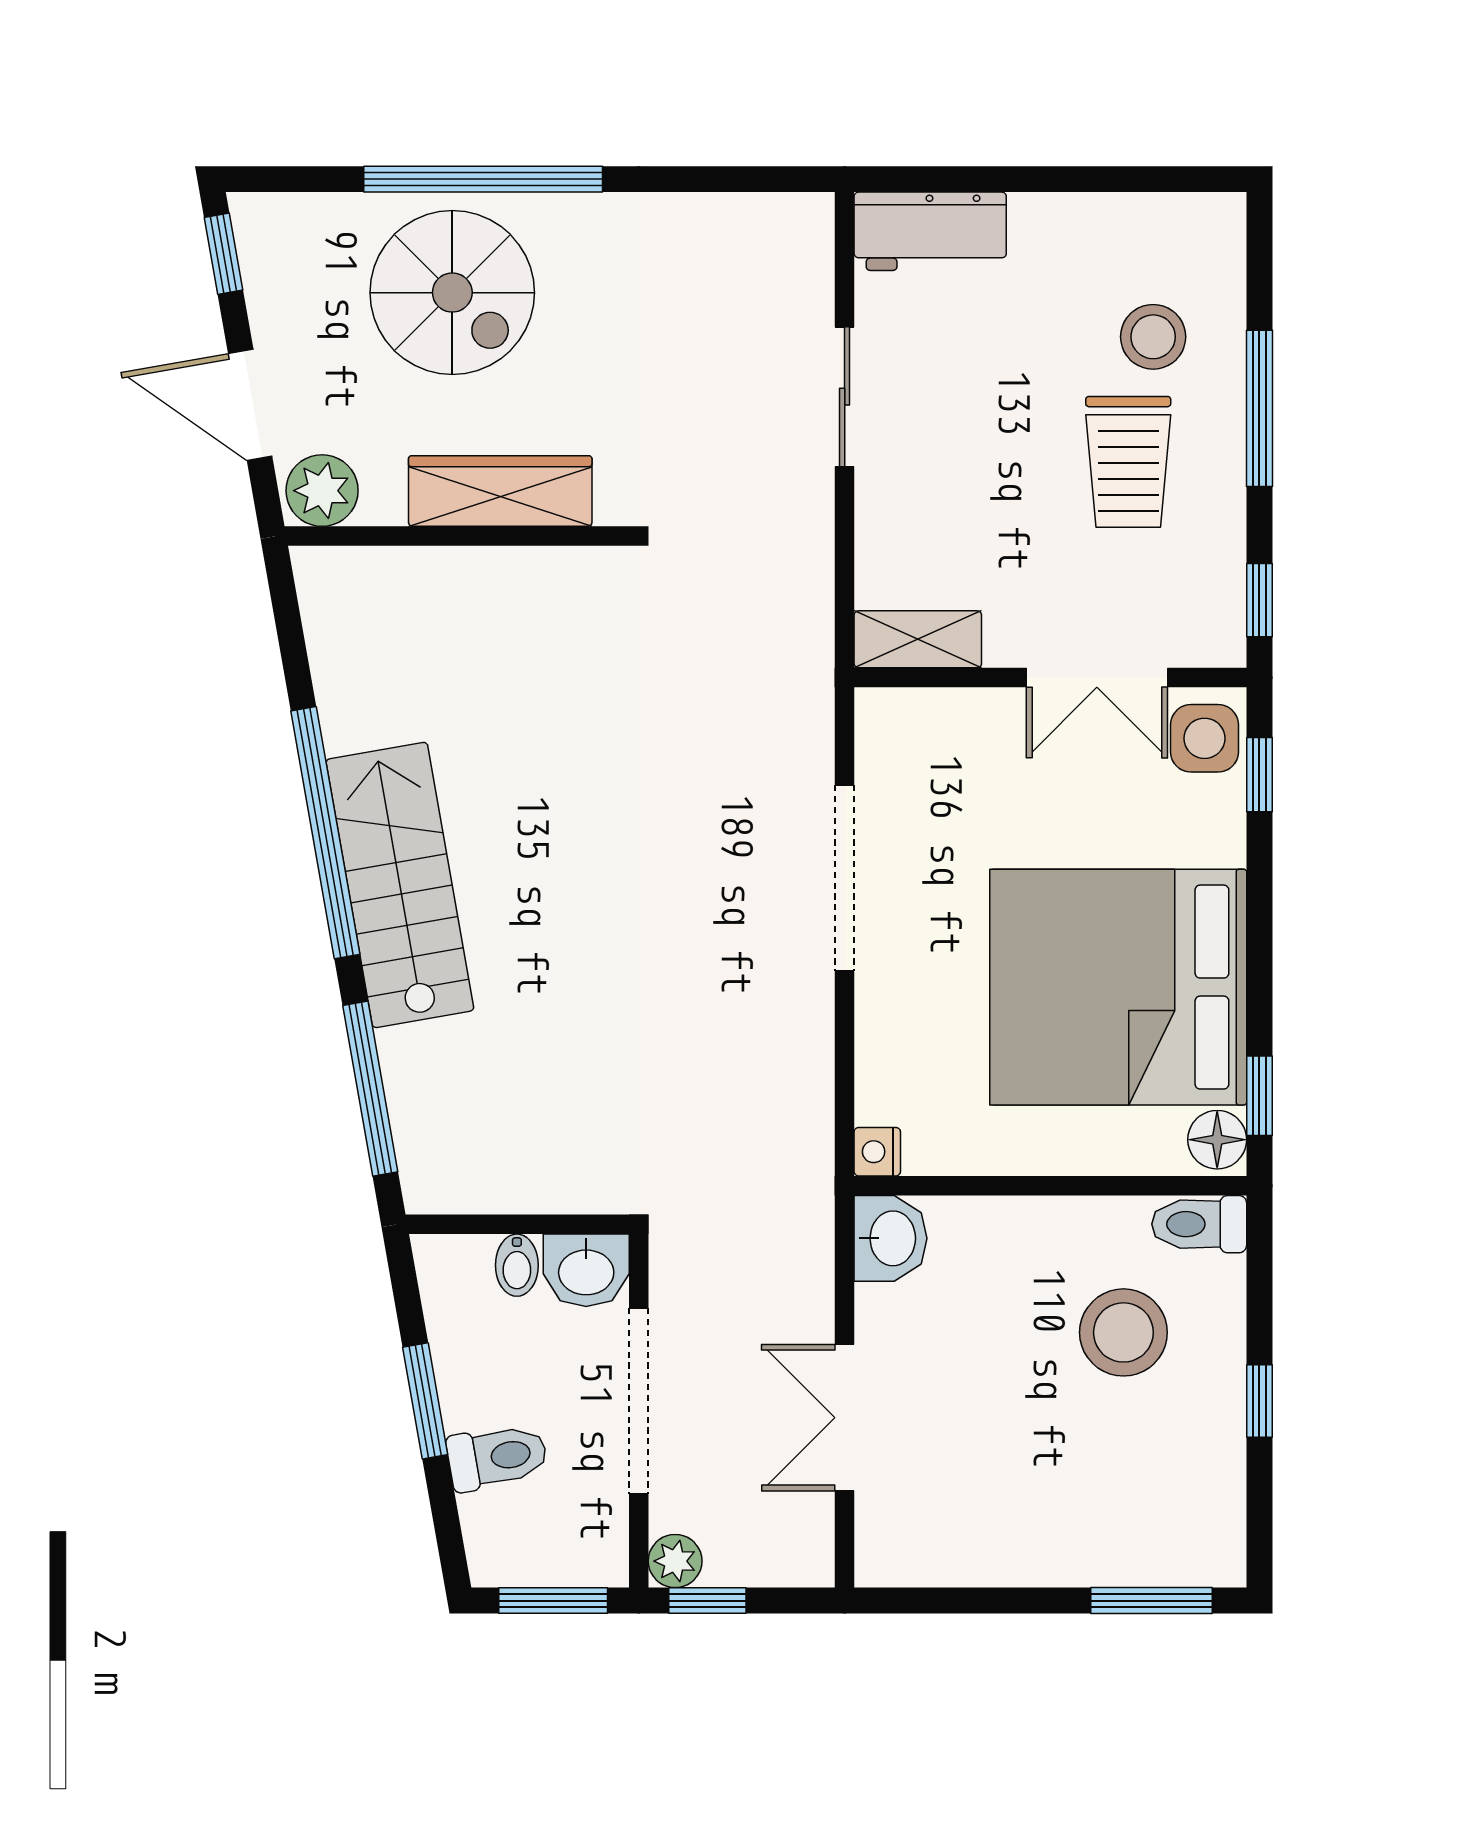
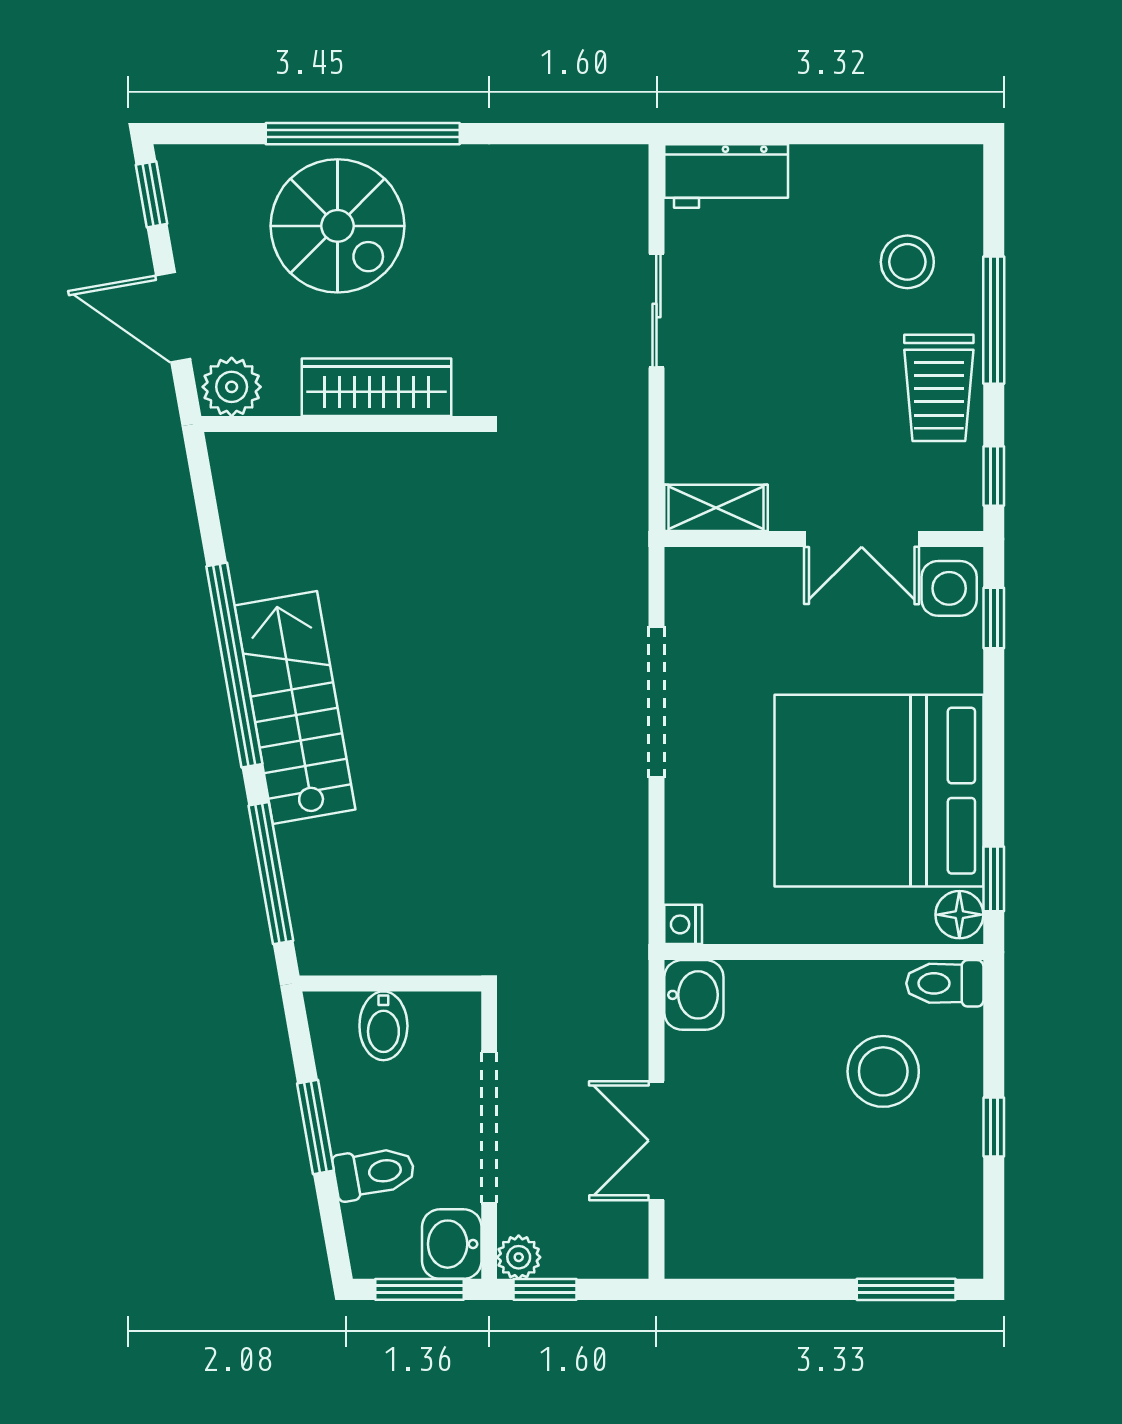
trolley: (1128, 462) -> (939, 388), moved
bidet: (517, 1265) -> (383, 1026), width x1.38, depth x1.36
washbasin: (586, 1270) -> (452, 1244), moved, turned 90

